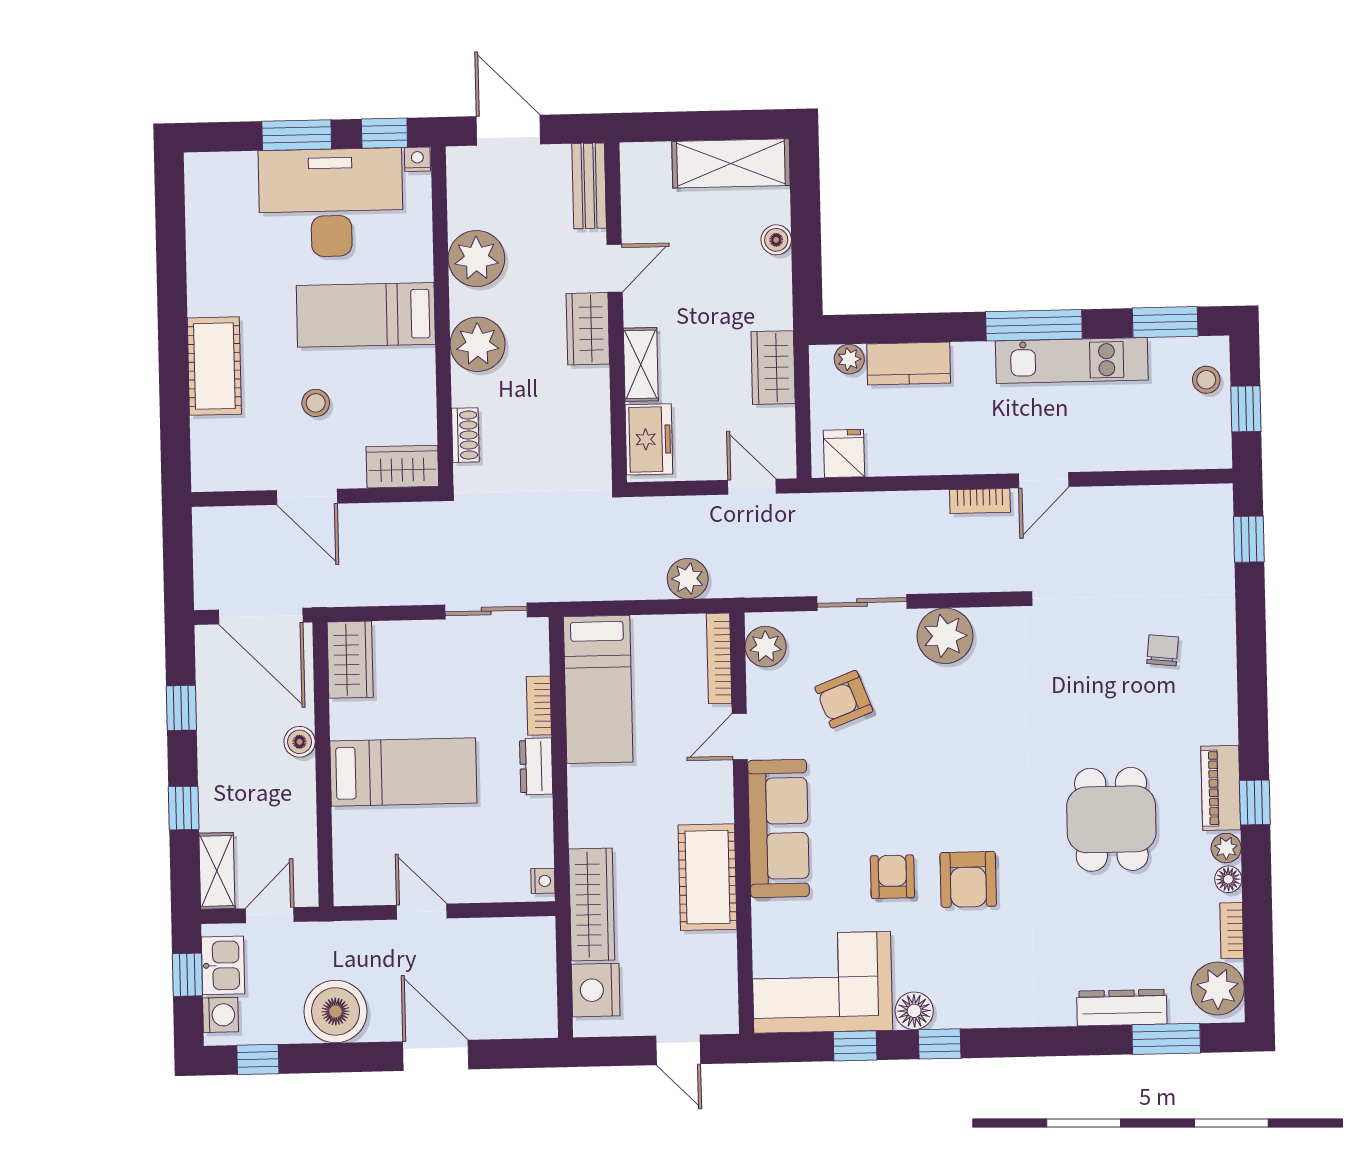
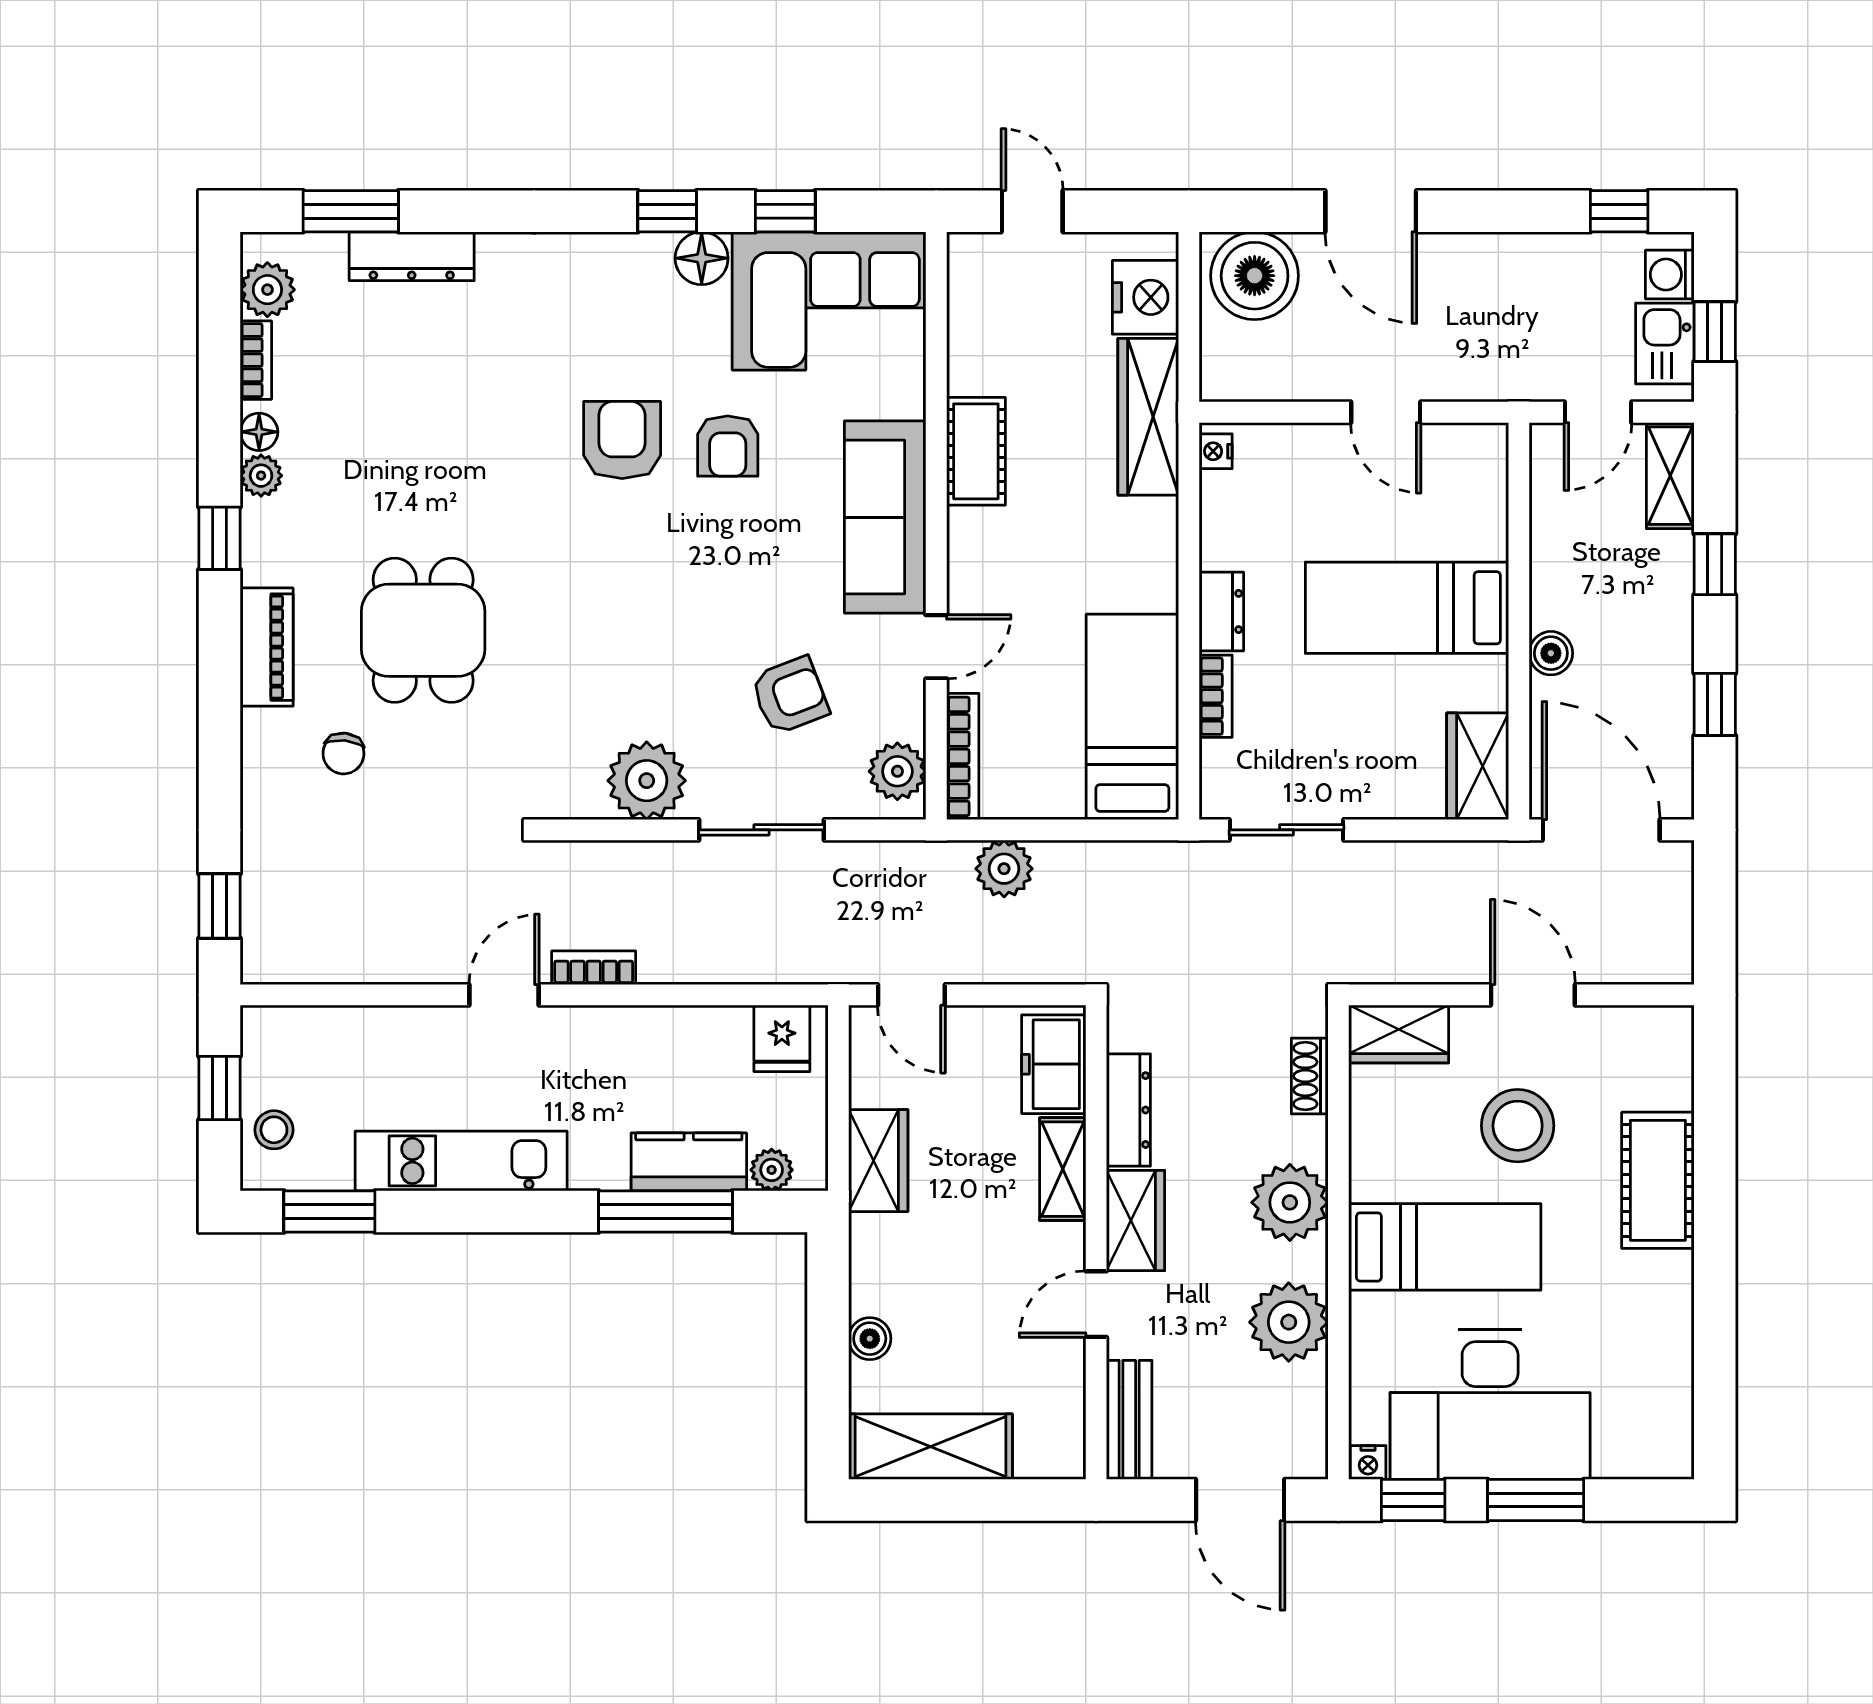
window: (1034, 325) -> (665, 1211), moved
stool: (316, 403) -> (1518, 1126), width x1.89, depth x1.89
dresser: (595, 408) -> (1128, 1110), added
piano: (1221, 788) -> (267, 647), moved
dining table: (1111, 819) -> (423, 630), moved
cot: (707, 877) -> (976, 451), width x0.73, depth x0.75
plant: (1218, 989) -> (267, 290), width x0.73, depth x0.73
boiler: (336, 1011) -> (1255, 276), moved

